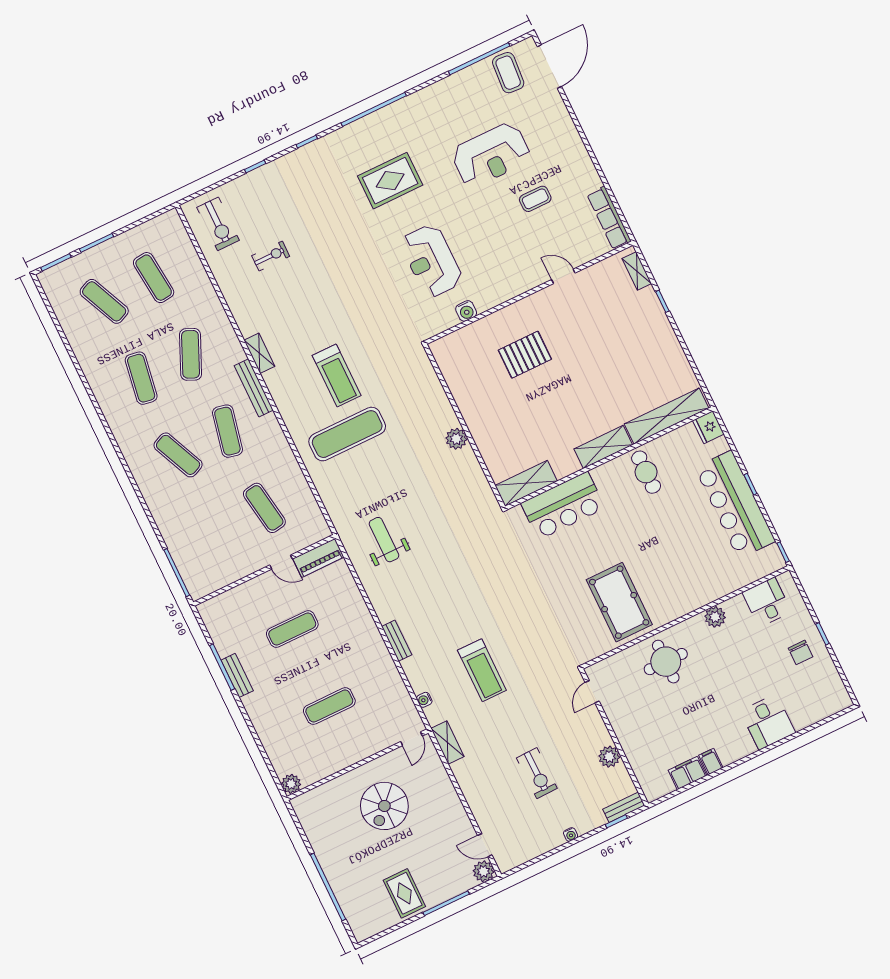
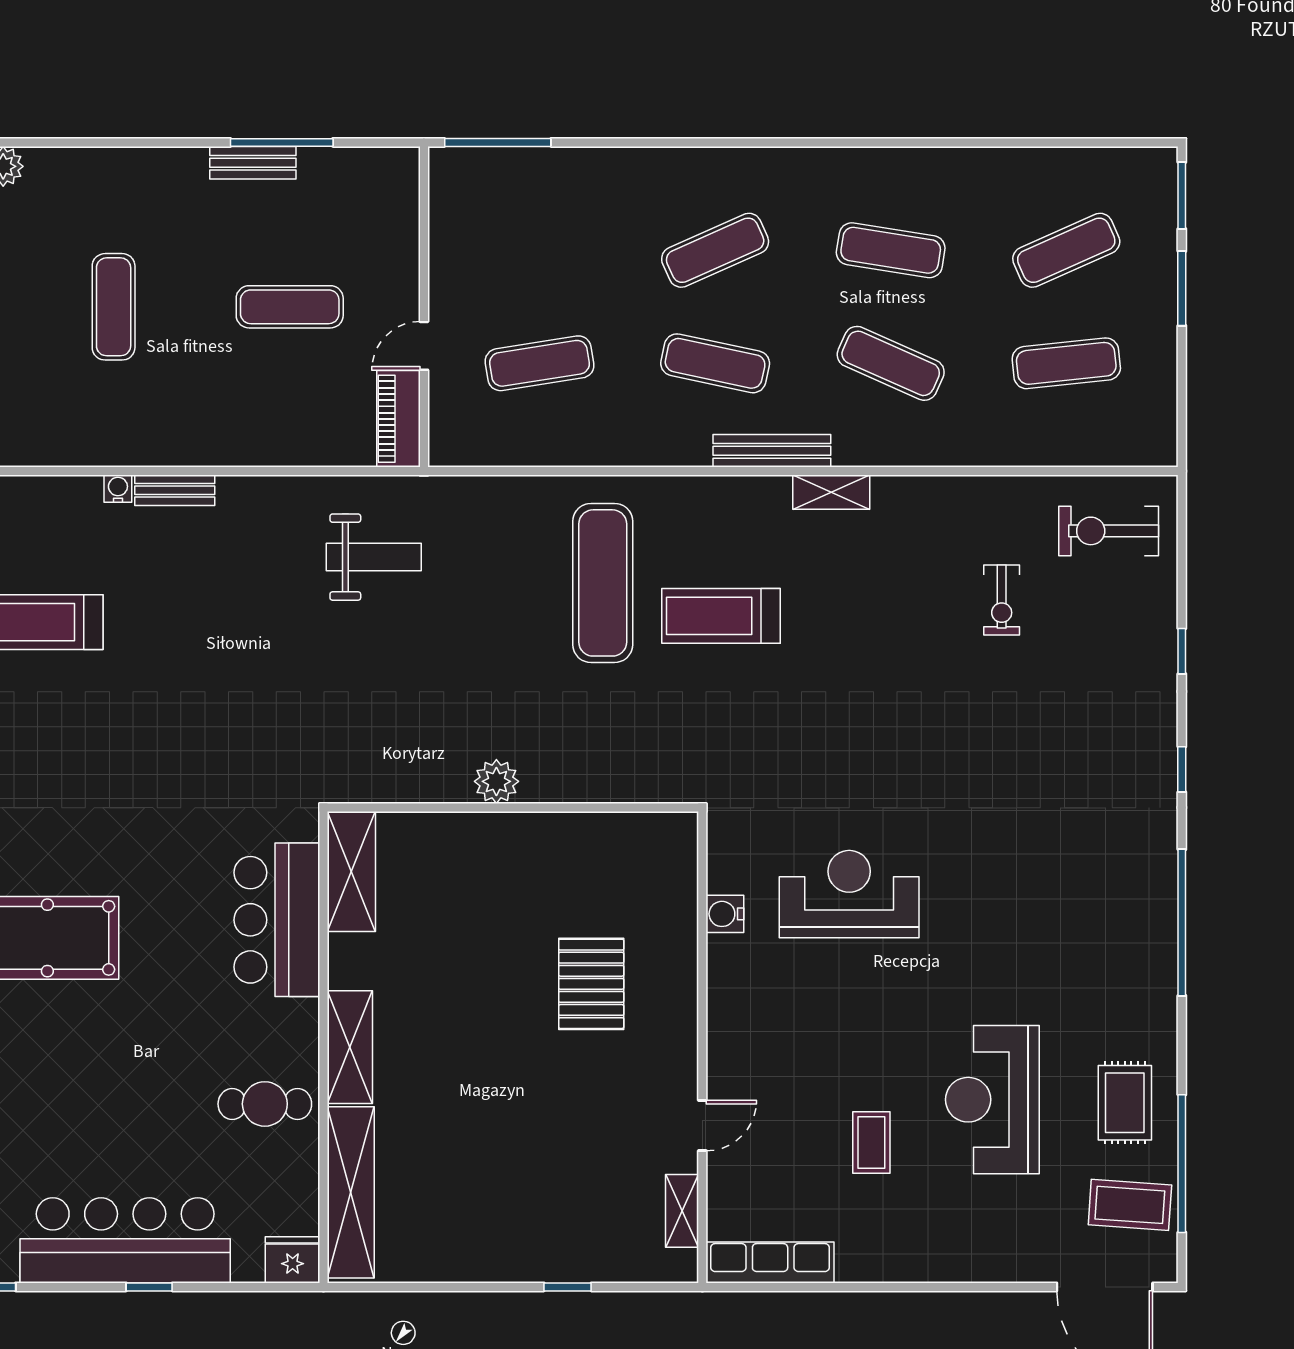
rug: (390, 181) -> (1125, 1103), moved, width x0.73, depth x0.70
shelving: (637, 271) -> (682, 1211), moved, turned 90
exercise mat: (292, 629) -> (290, 307), turned 90
water cooler: (424, 700) -> (118, 489), moved

